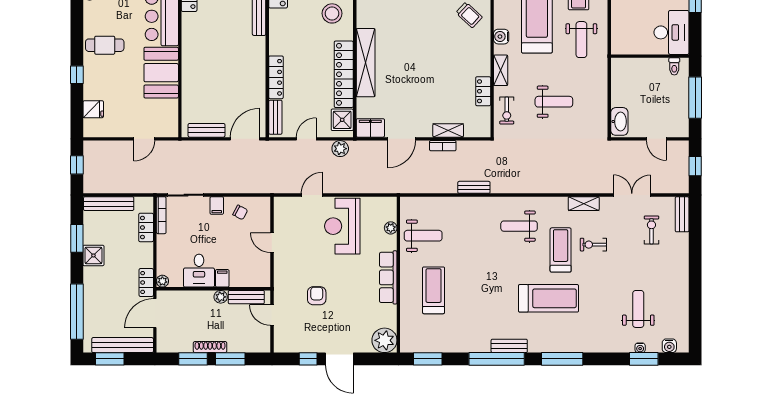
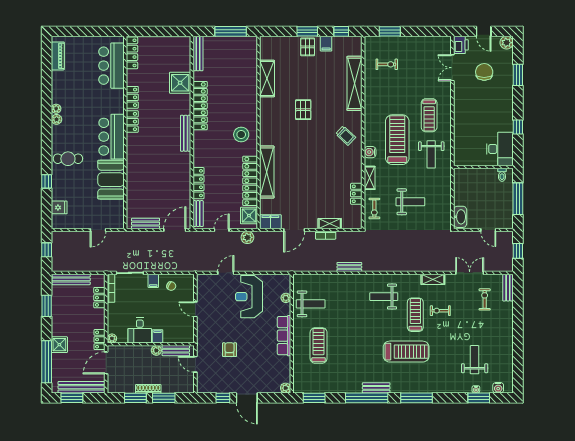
shower: (93, 255) -> (59, 345), moved
plant: (384, 340) -> (286, 388), width x0.53, depth x0.53

